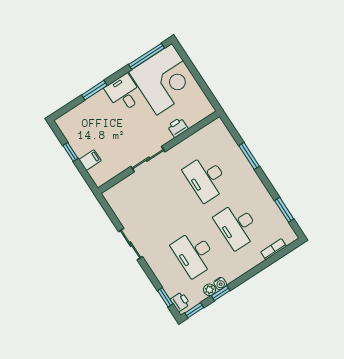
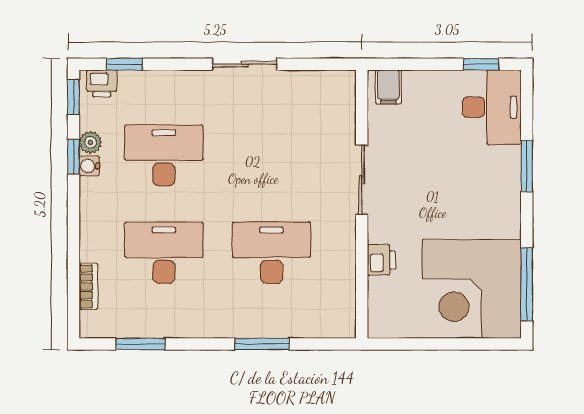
desk: (124, 93) -> (492, 107), moved, width x1.37
window: (70, 152) -> (481, 64), moved
filing cabinet: (90, 160) -> (388, 87), moved

